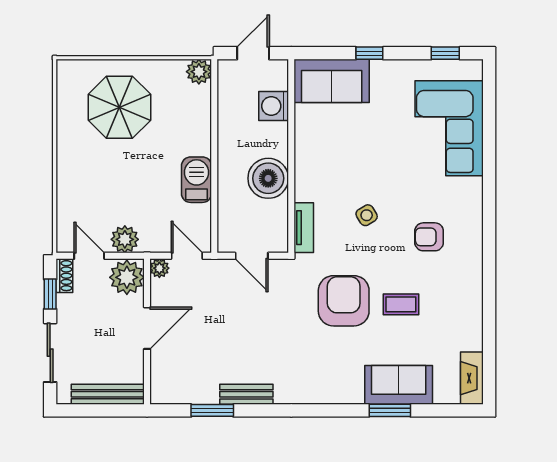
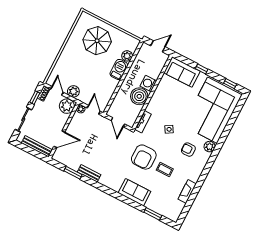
plant: (199, 72) -> (127, 56), moved
washing machine: (274, 106) -> (148, 84), moved
corner sofa: (449, 128) -> (212, 110), width x1.36, depth x1.36
barbecue: (197, 180) -> (119, 69), moved
plant: (470, 208) -> (210, 147), added
armchair: (344, 301) -> (144, 157), turned 180
door: (147, 328) -> (59, 139), moved
fireplace: (472, 378) -> (187, 191), moved
sofa: (399, 385) -> (134, 192), moved
window: (390, 410) -> (153, 214), moved

